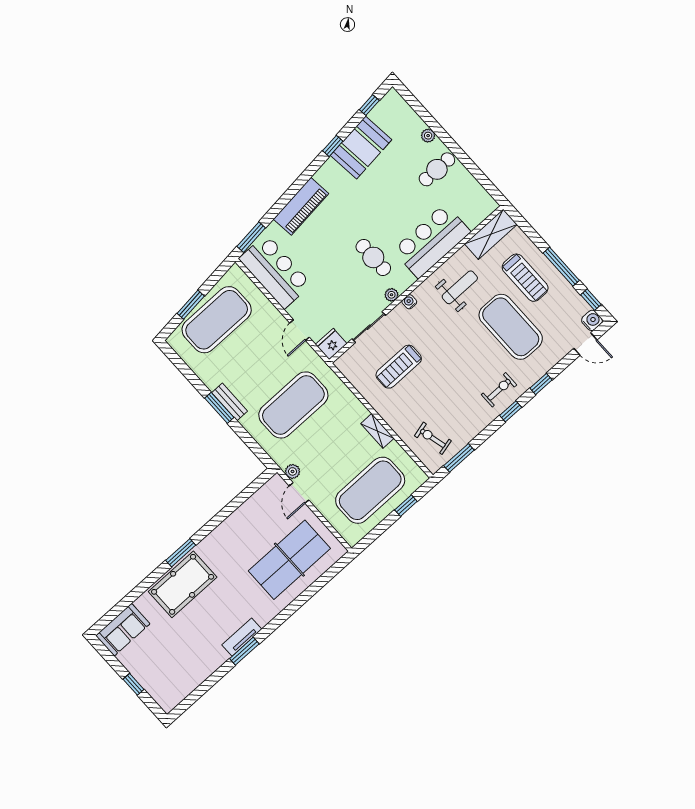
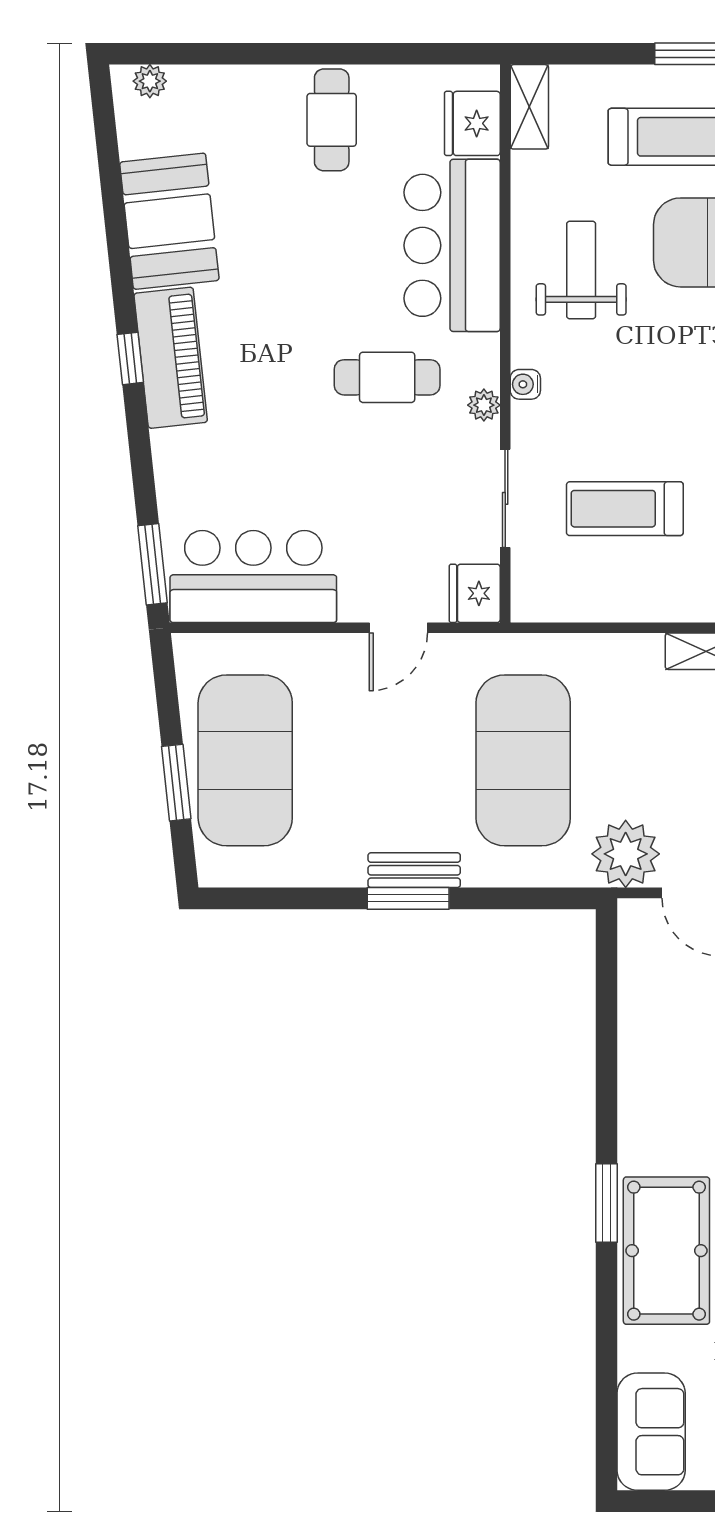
window: (369, 105) -> (106, 137), removed
plant: (428, 136) -> (150, 81), moved
window: (333, 146) -> (130, 358), moved
piano: (301, 206) -> (171, 358), moved
fridge: (475, 213) -> (472, 123), added
shelving: (491, 234) -> (529, 107), width x0.67, depth x0.75
door: (300, 330) -> (398, 628), hinge flipped
treadmill: (399, 367) -> (625, 509), turned 90
plant: (293, 471) -> (626, 854), width x1.88, depth x1.88

